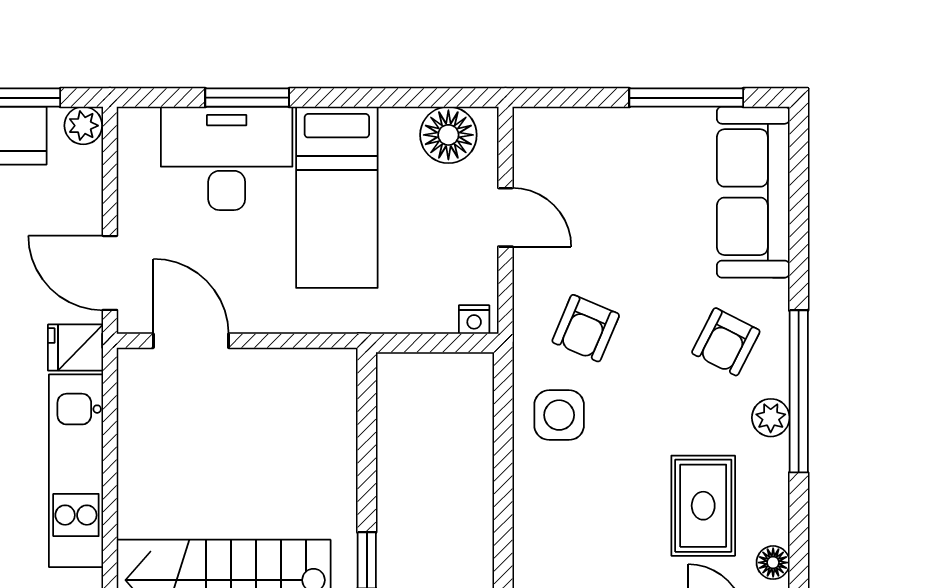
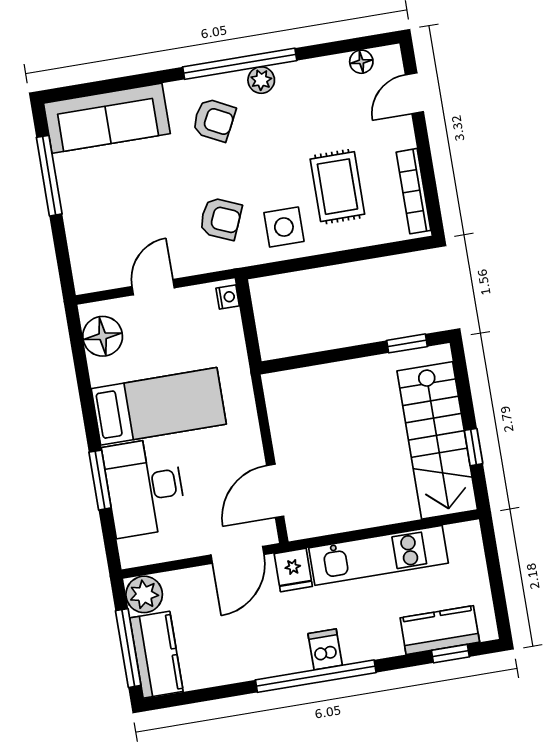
plant: (83, 126) -> (144, 594), width x1.38, depth x1.38
rug: (703, 506) -> (337, 187), moved, turned 90

